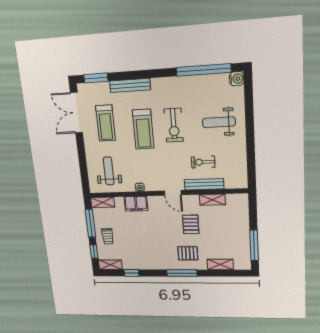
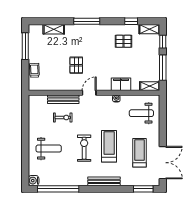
bench: (130, 85) -> (104, 181), moved
weight bench: (109, 171) -> (141, 113), turned 90
door: (173, 193) -> (89, 93), hinge flipped
shelving: (212, 200) -> (57, 86), removed
trolley: (108, 236) -> (34, 70), moved
pallet: (188, 253) -> (124, 41), moved

